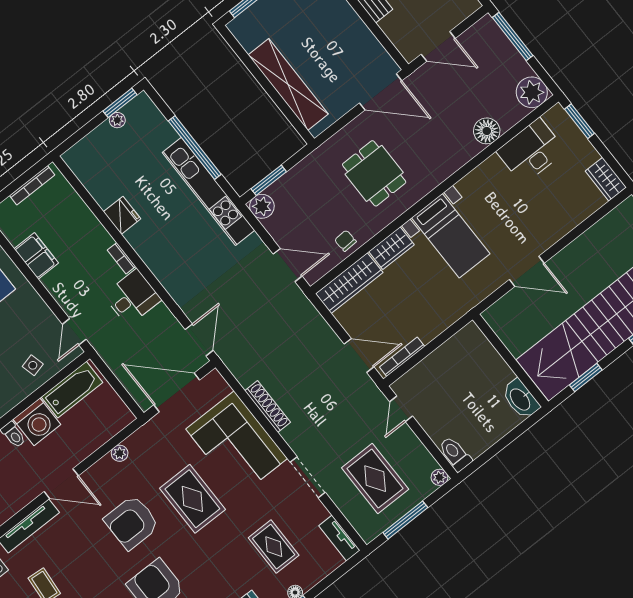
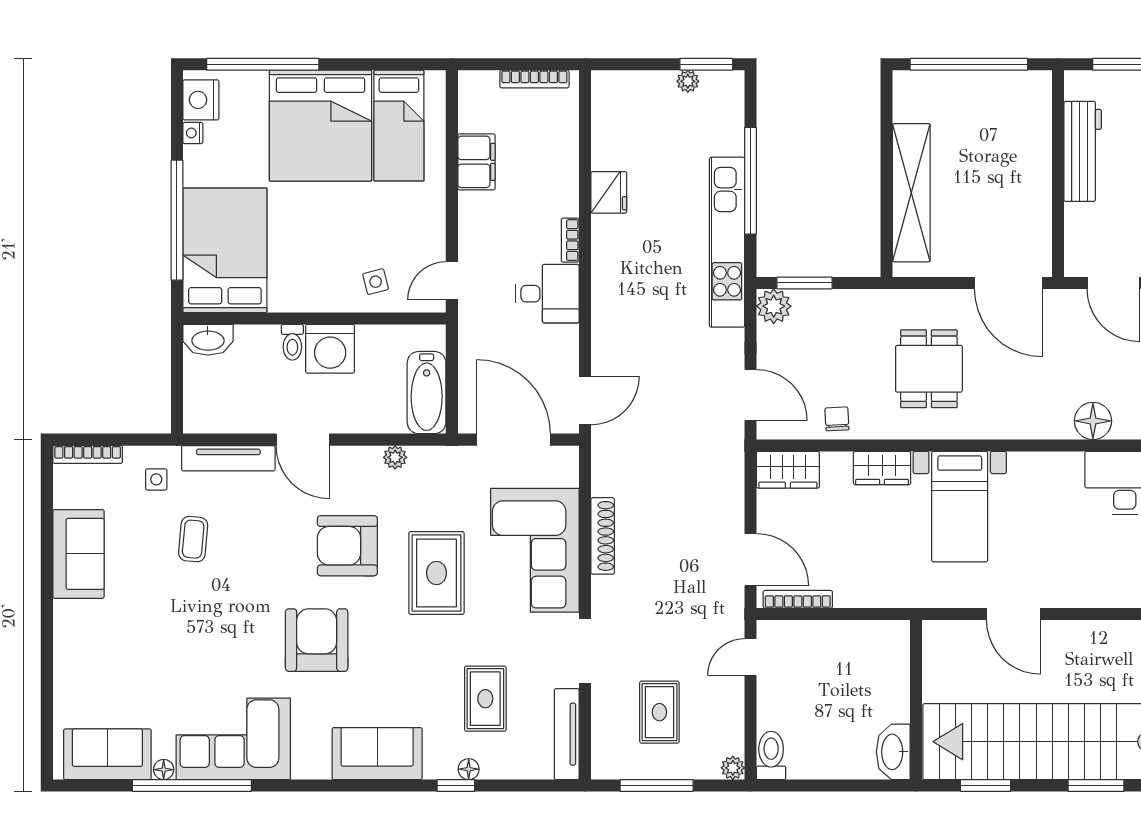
wardrobe: (349, 283) -> (788, 470), width x0.67
bathtub: (72, 390) -> (427, 393), moved, turned 90
rug: (375, 479) -> (659, 712), width x0.73, depth x0.70
tv unit: (339, 538) -> (567, 734), width x1.41

